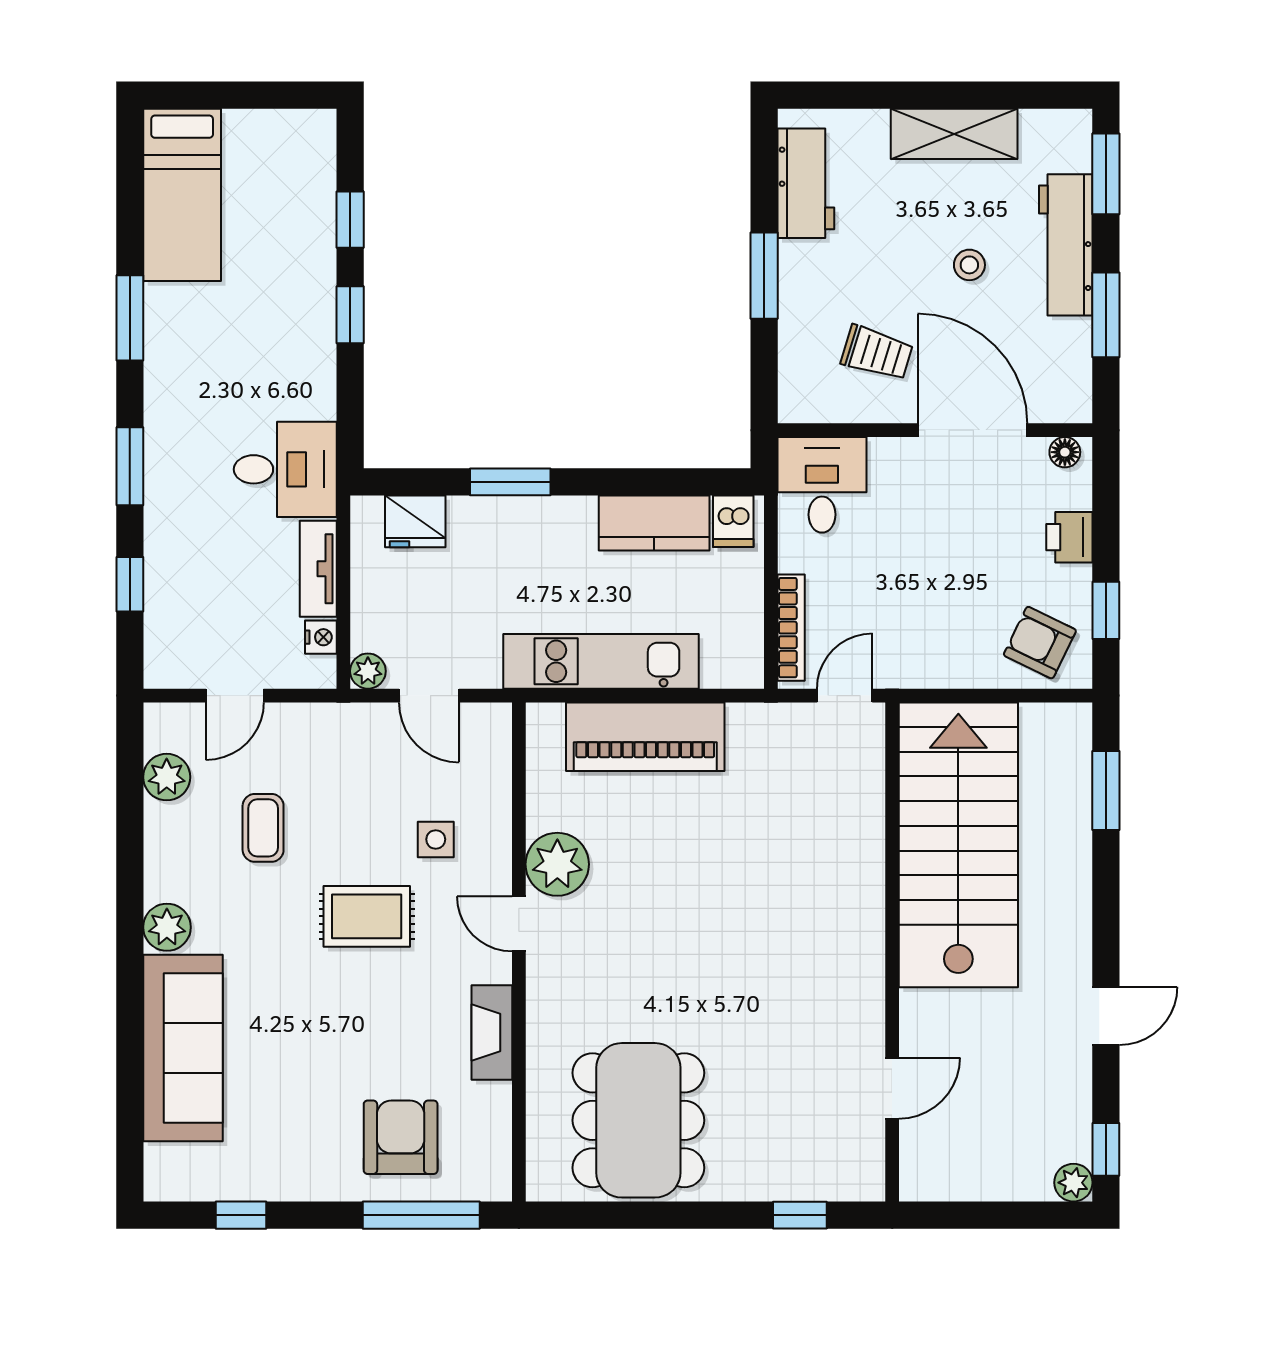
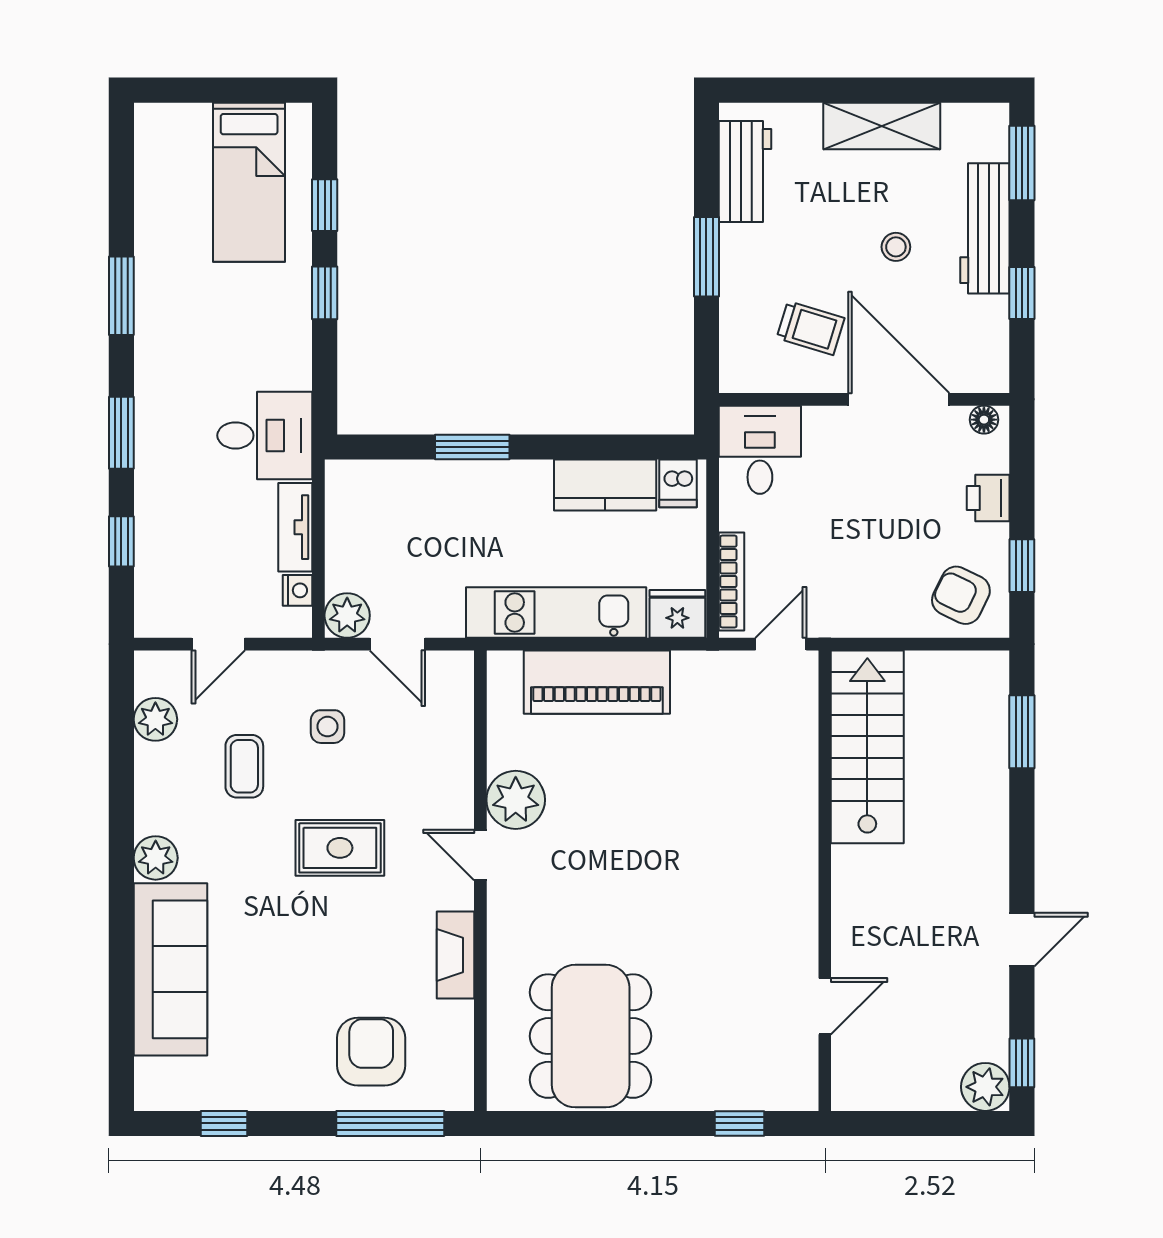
bed: (182, 195) -> (249, 182), moved
window: (1106, 315) -> (1022, 293), width x0.67
fridge: (415, 521) -> (677, 614), moved, turned 180
plant: (368, 671) -> (347, 615), width x1.38, depth x1.38
side table: (436, 839) -> (327, 727), moved
stairs: (958, 845) -> (867, 747), width x0.73, depth x0.66
plant: (1073, 1183) -> (985, 1087), width x1.38, depth x1.38

